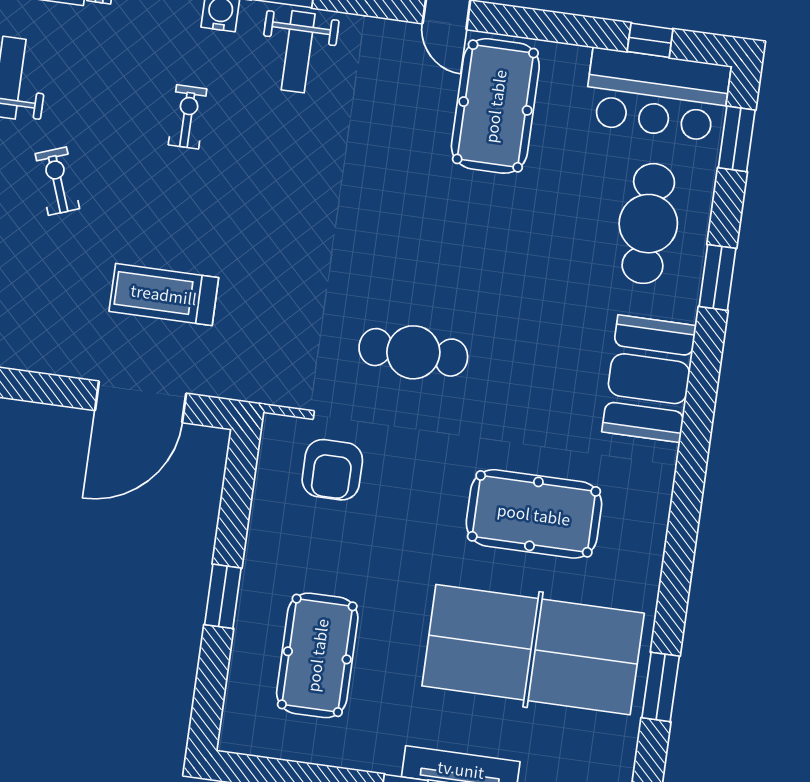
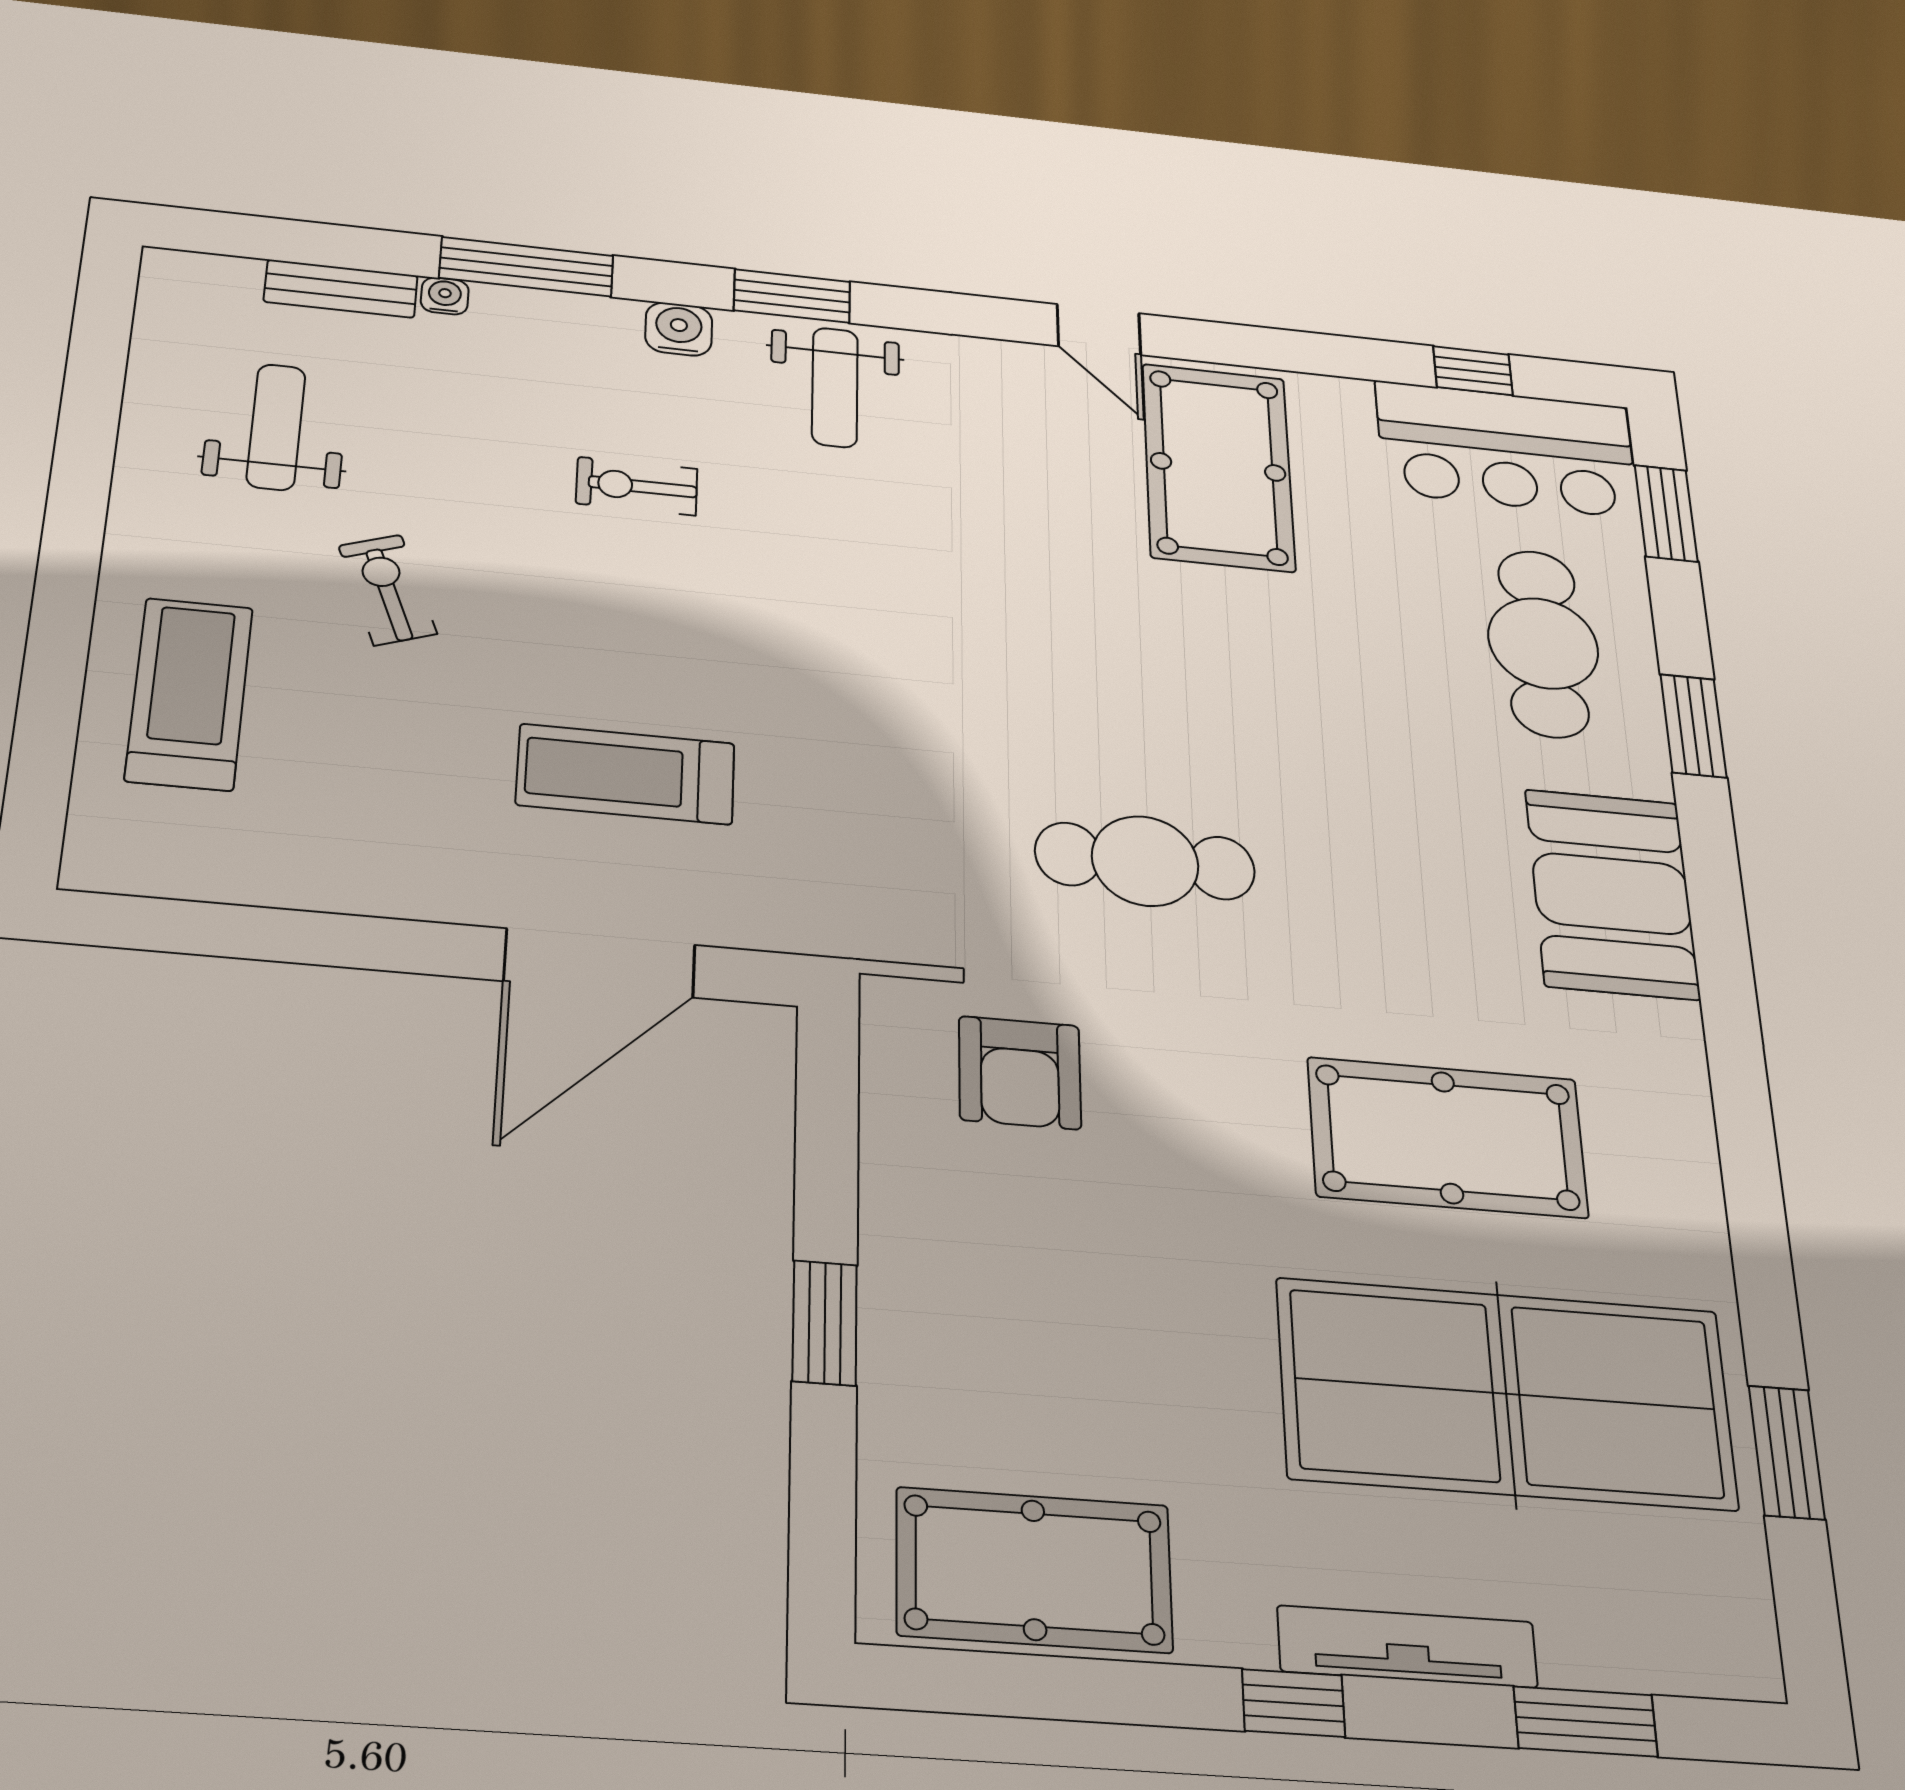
exercise bike: (188, 117) -> (637, 486), turned -90
pool table: (317, 655) -> (1034, 1570), moved, turned 90

